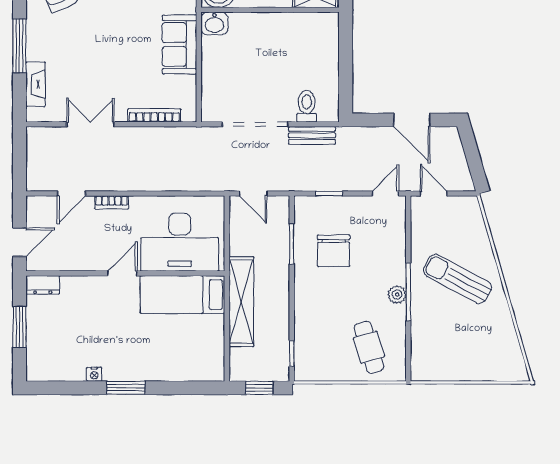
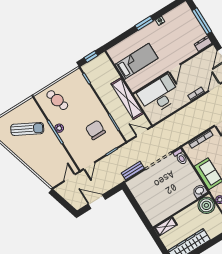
toilet: (307, 106) -> (181, 157), moved
door: (434, 193) -> (70, 178), swing flipped
sun lounger: (457, 279) -> (27, 129), moved
bed: (182, 295) -> (137, 61), moved
shelving: (241, 302) -> (127, 99), moved
window: (19, 327) -> (202, 21), width x1.44

